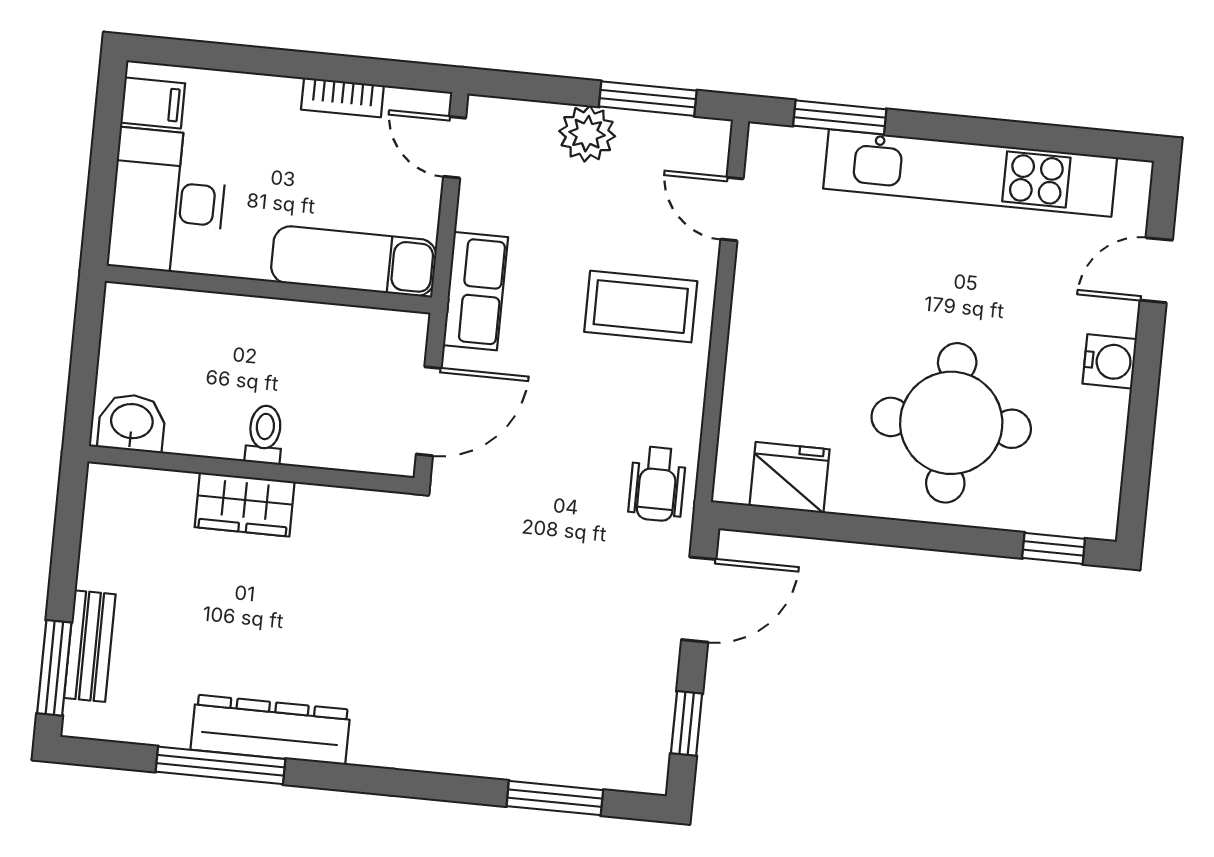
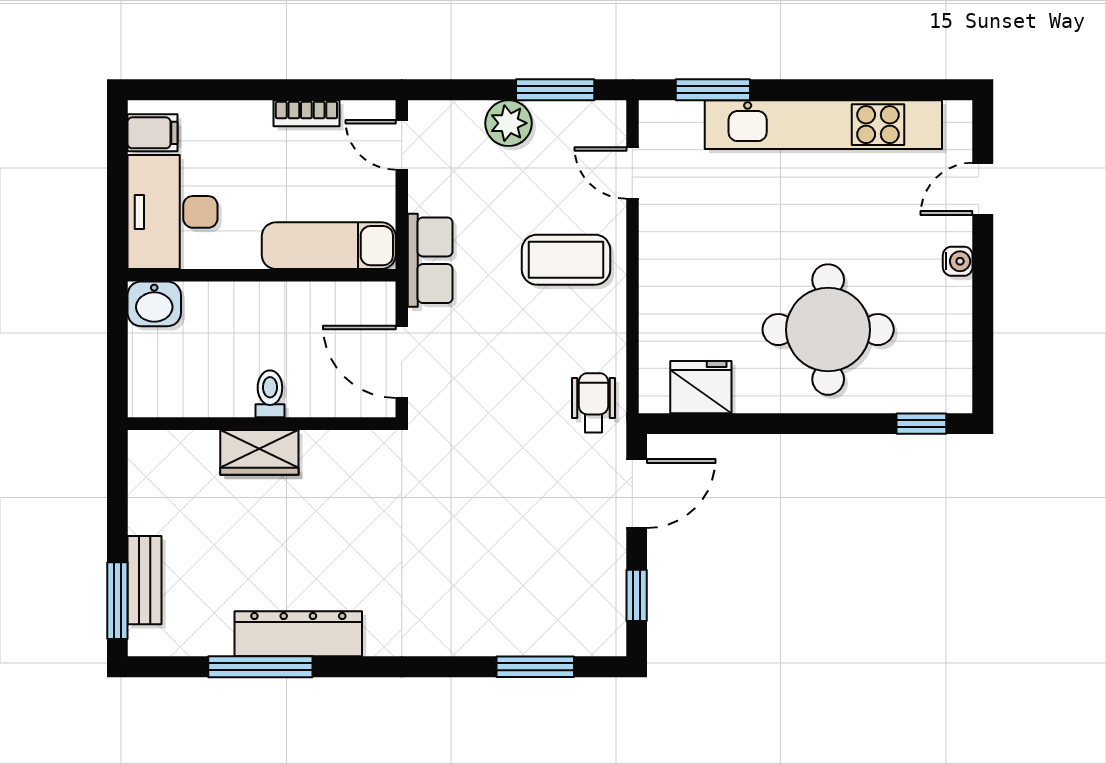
water cooler: (1110, 361) -> (958, 261), width x0.72, depth x0.72
door: (429, 411) -> (402, 362), swing flipped
washbasin: (132, 423) -> (154, 304), moved, turned 180
wheelchair: (657, 484) -> (594, 403), turned 180

